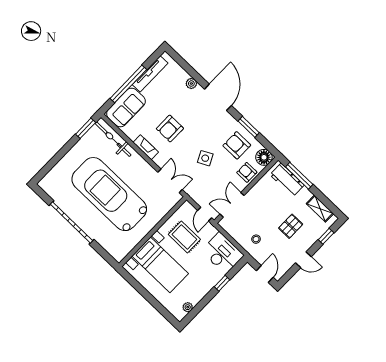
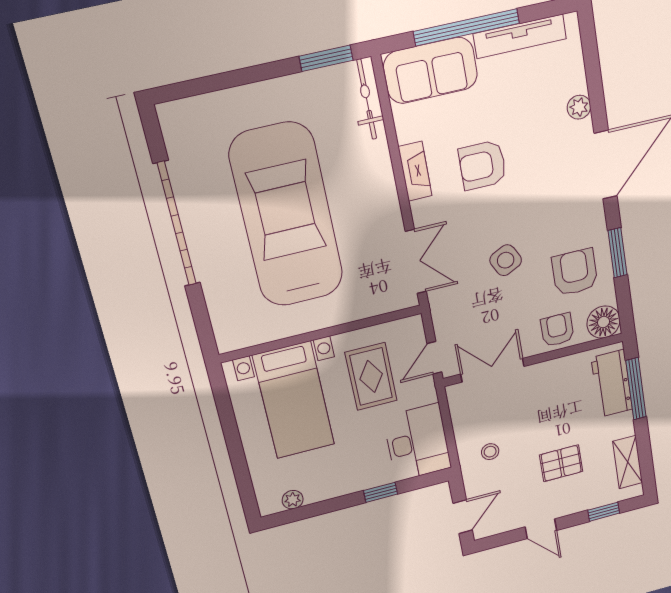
bicycle: (113, 139) -> (367, 99), width x0.73, depth x0.71

